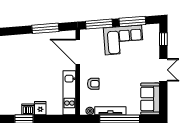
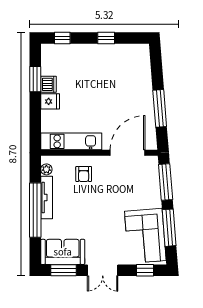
corner sofa: (123, 40) -> (145, 236), moved
window: (163, 98) -> (64, 270), added

